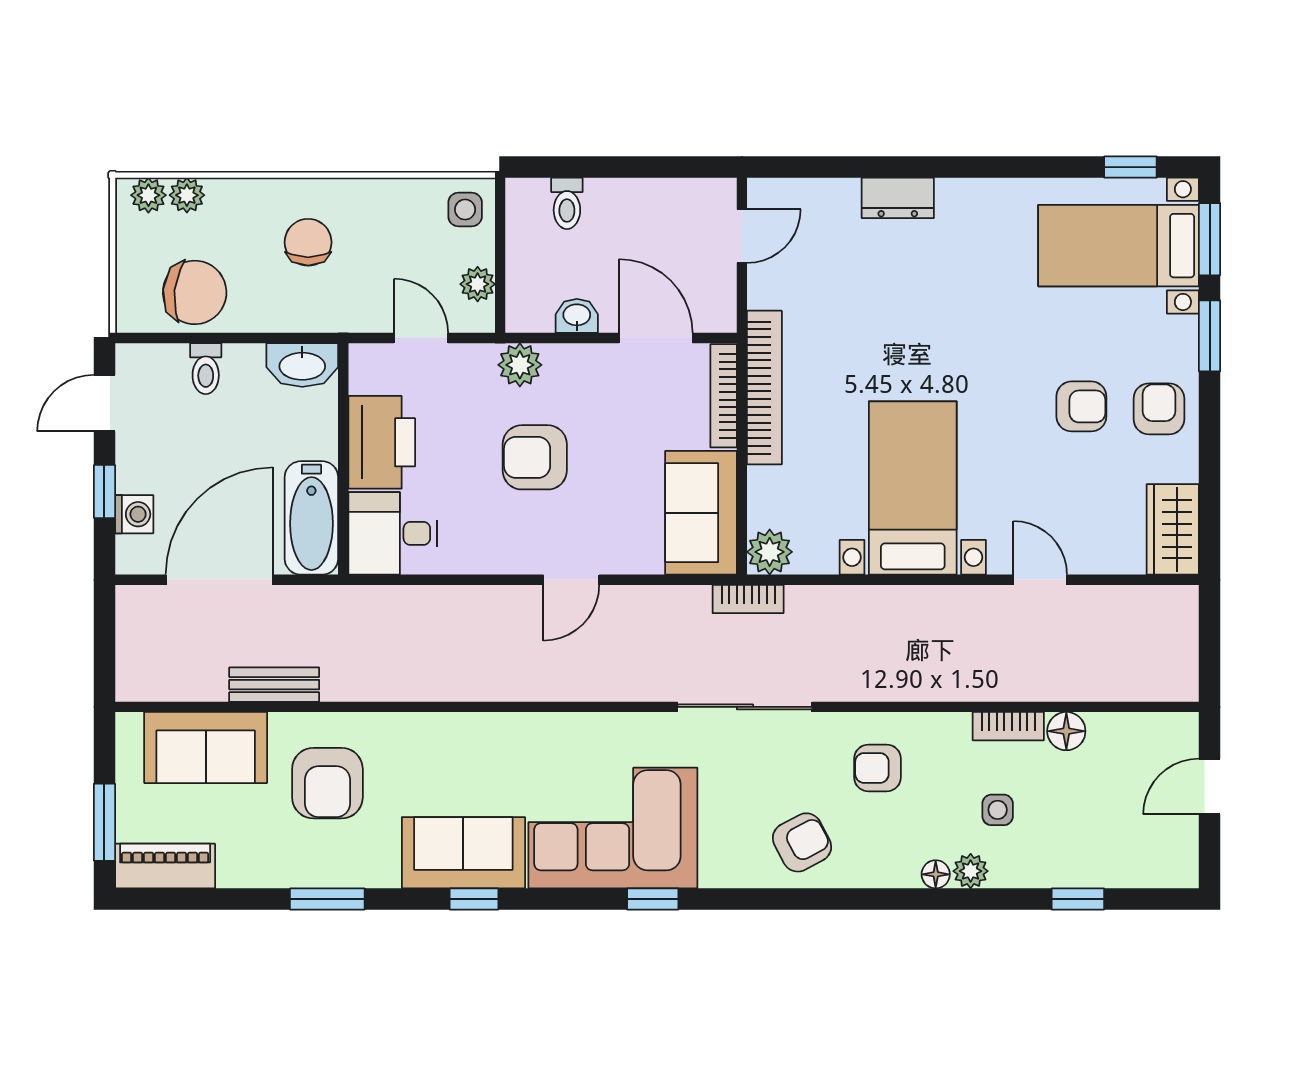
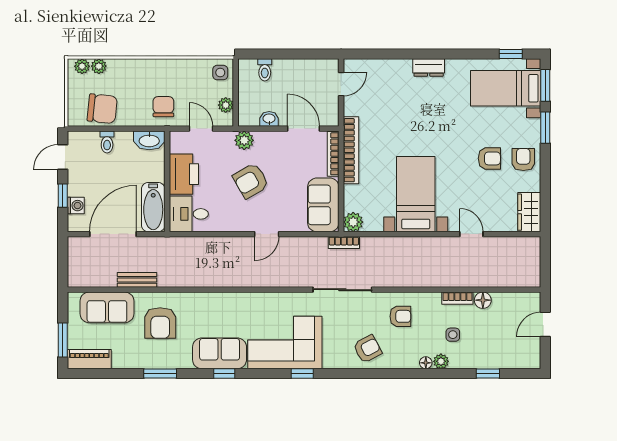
dresser: (898, 198) -> (429, 67), moved
chair: (308, 242) -> (163, 107), moved
armchair: (535, 457) -> (251, 181), turned -30
armchair: (878, 768) -> (400, 316), turned 180

